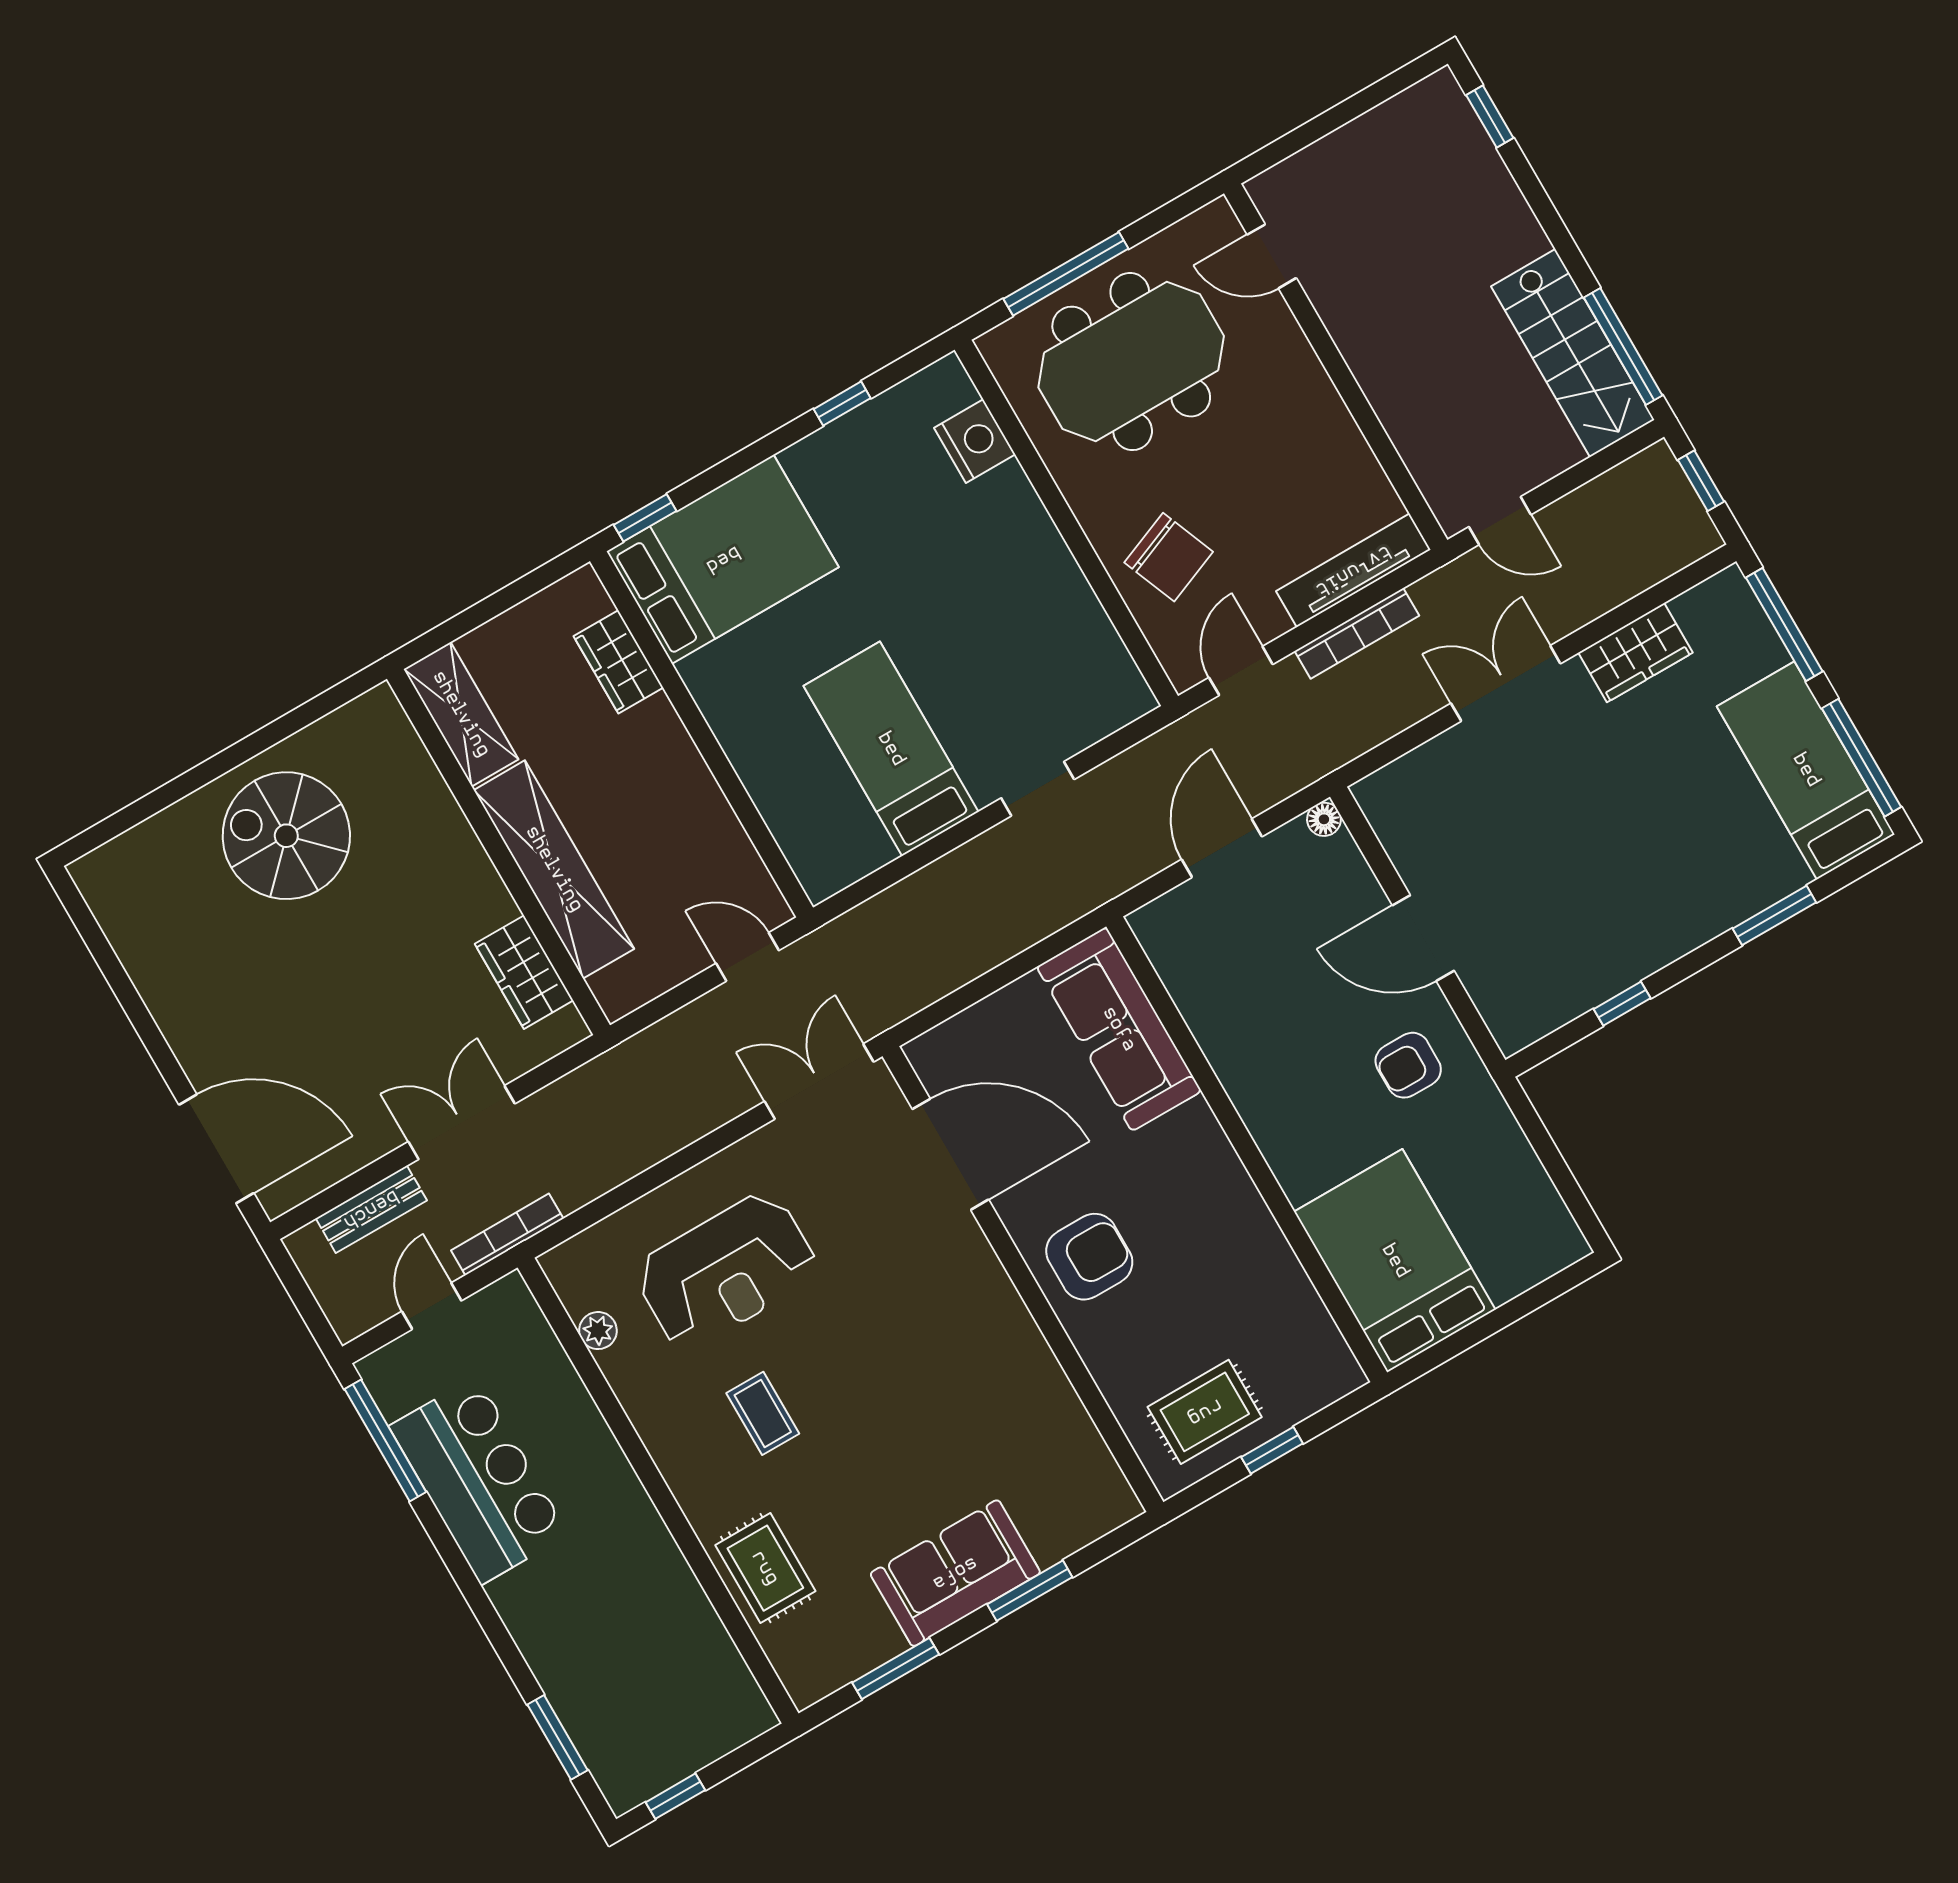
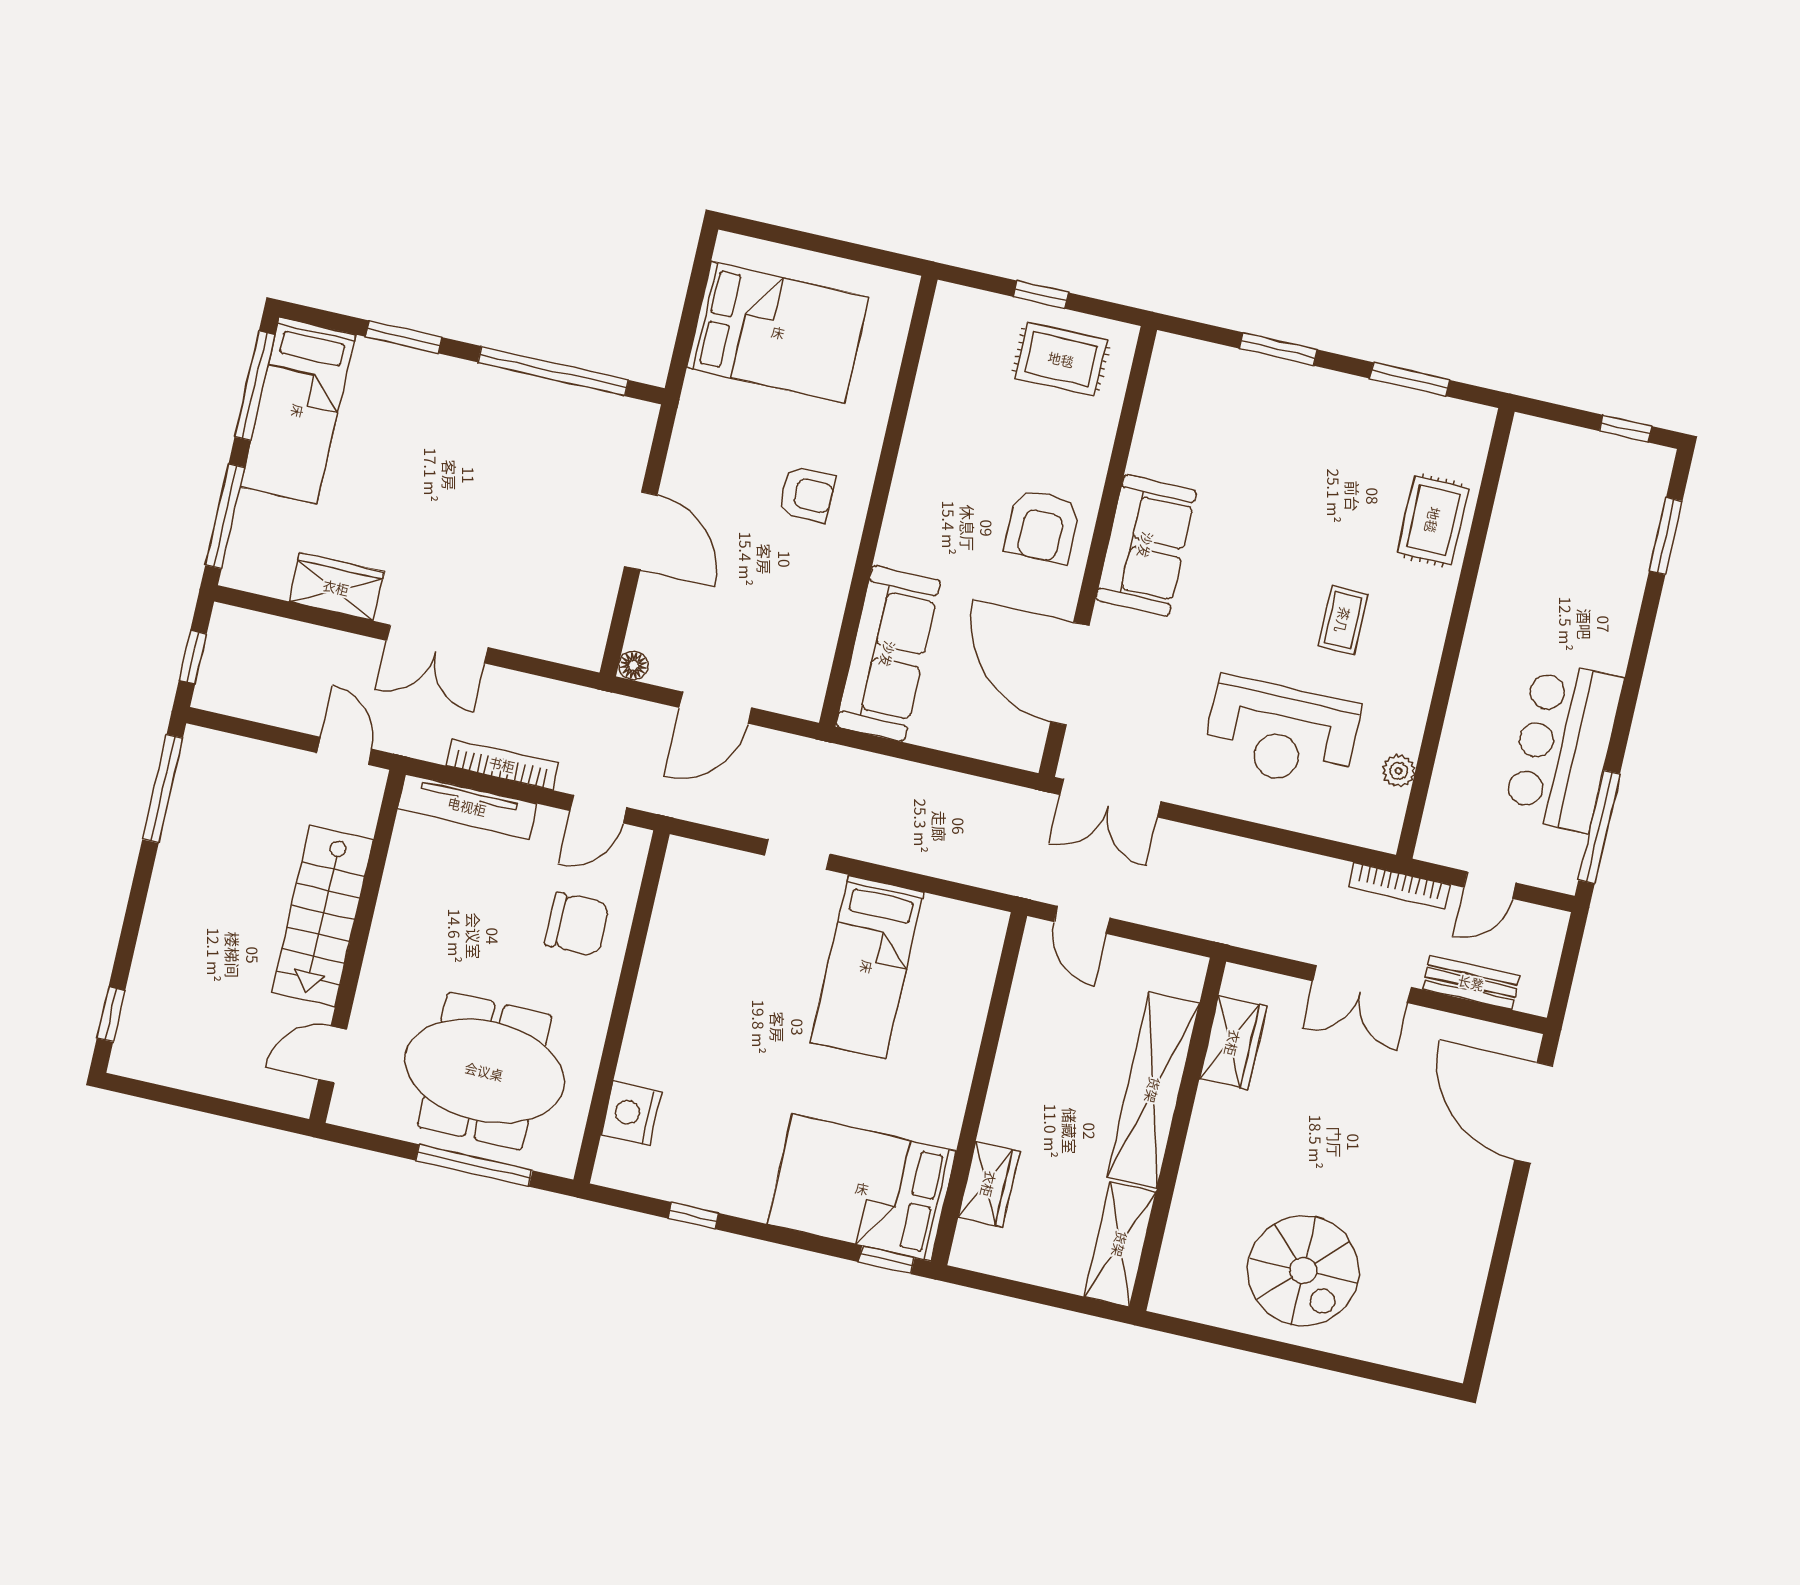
door: (1272, 256) -> (333, 1054), swing flipped
stairs: (1573, 353) -> (323, 916), moved, turned 180
chair: (1169, 557) -> (577, 924), turned 112
window: (1622, 1004) -> (553, 371), width x3.17
armchair: (1408, 1065) -> (807, 494), moved
armchair: (1089, 1257) -> (1042, 526), turned -90
bed: (1395, 1261) -> (778, 332), moved, turned -90
reception desk: (726, 1271) -> (1282, 733), turned 180
sofa: (955, 1573) -> (1146, 545), moved, turned -90

